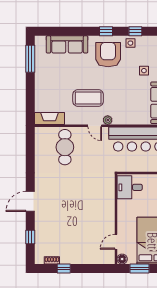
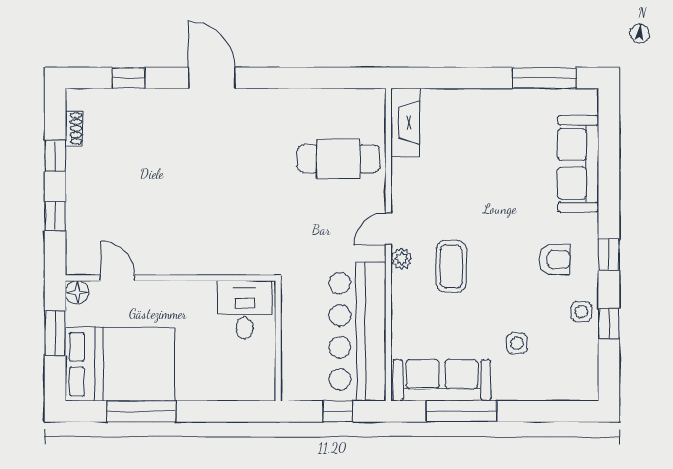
armchair: (108, 55) -> (554, 259), width x0.53, depth x0.53
coffee table: (88, 98) -> (451, 266), moved, width x0.73, depth x0.76
window: (89, 268) -> (55, 216), added

